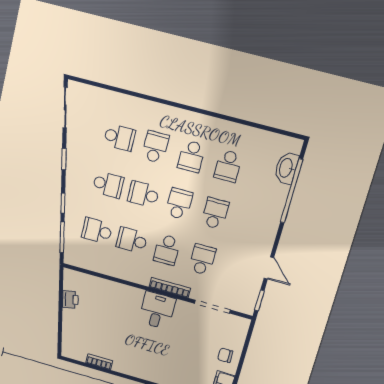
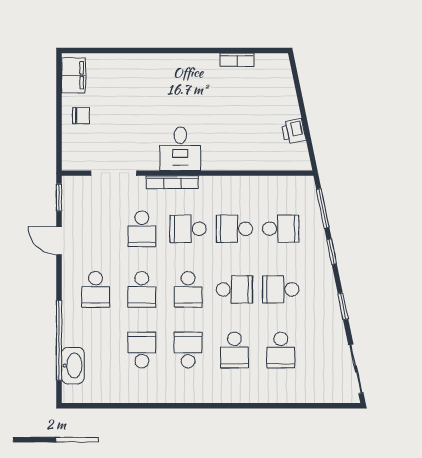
school desk: (119, 137) -> (281, 350), turned -90
school desk: (251, 223) -> (95, 289), added
school desk: (132, 240) -> (234, 229), turned 180
school desk: (167, 250) -> (188, 229), turned -90

